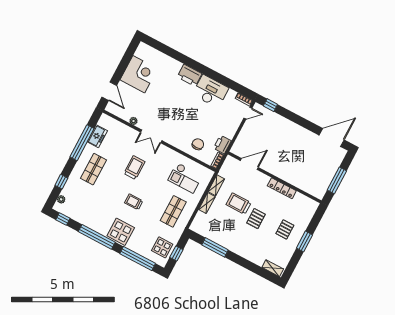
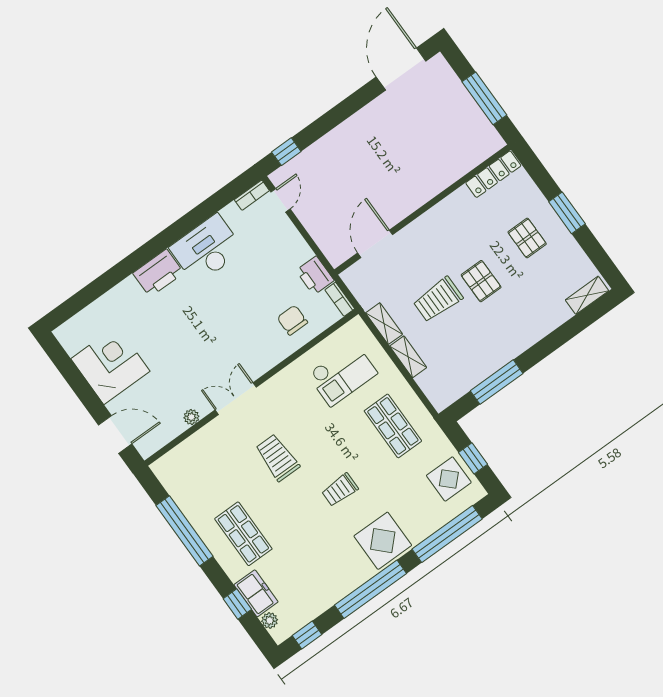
freezer: (97, 136) -> (256, 593), moved
double door: (151, 136) -> (236, 399), swing flipped
locker: (282, 188) -> (493, 174), moved

